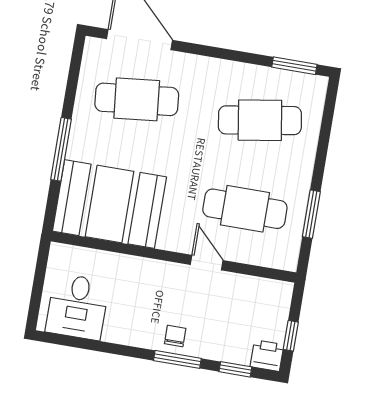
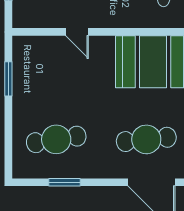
window: (294, 66) -> (64, 182), moved
cafe table: (245, 209) -> (56, 75), removed

